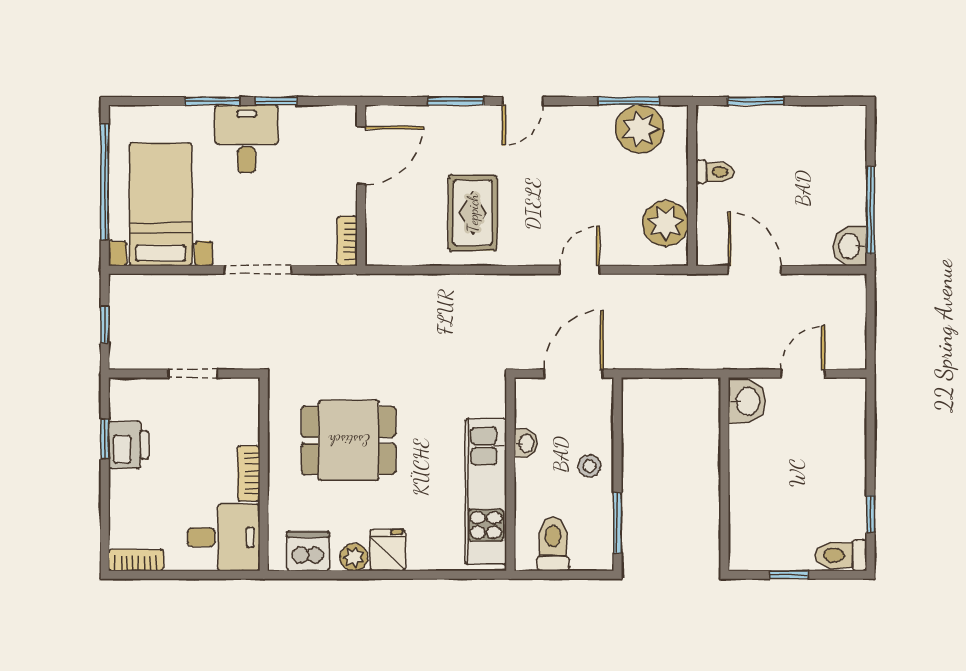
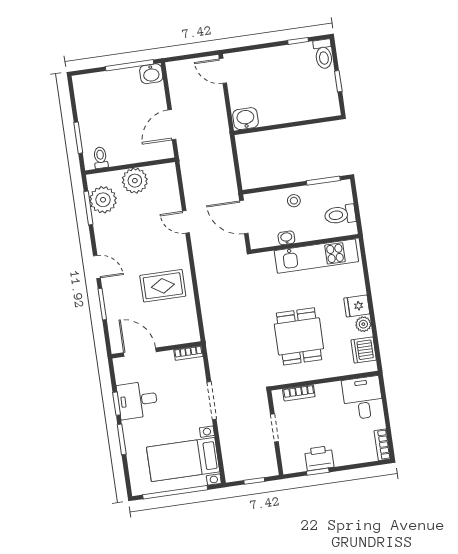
desk: (247, 139) -> (137, 400), moved
toilet: (715, 172) -> (100, 158), moved
plant: (665, 223) -> (135, 181), moved
door: (803, 374) -> (223, 71), moved
bookcase: (249, 473) -> (299, 393), moved

